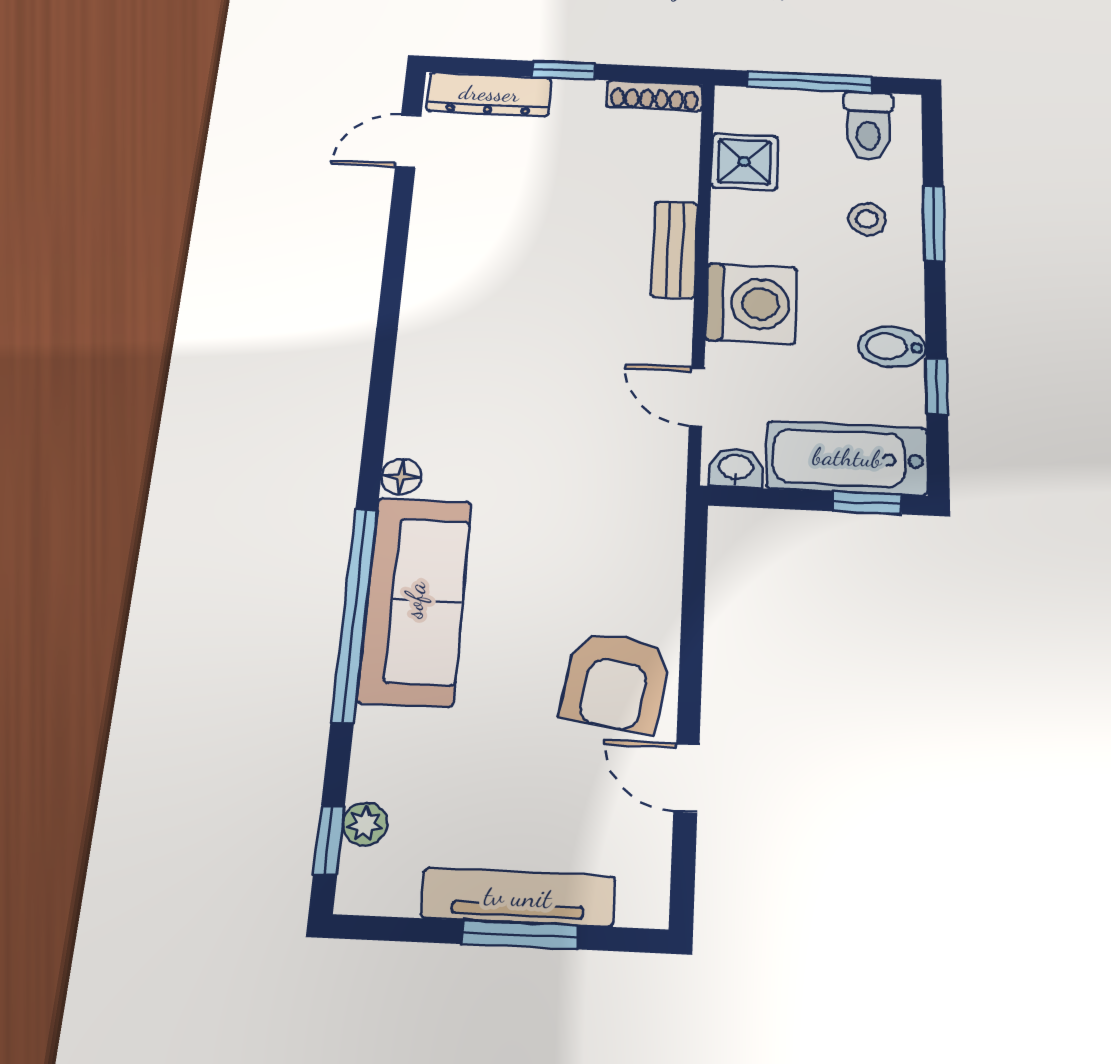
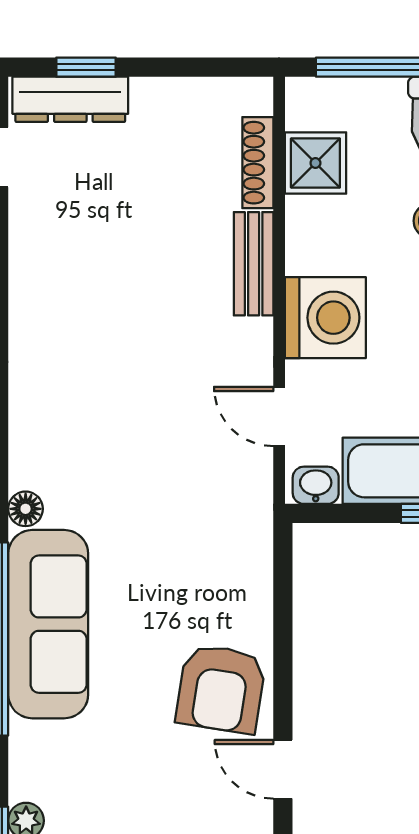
window: (563, 70) -> (86, 67), moved
shoe rack: (654, 96) -> (258, 163), moved, turned 90

